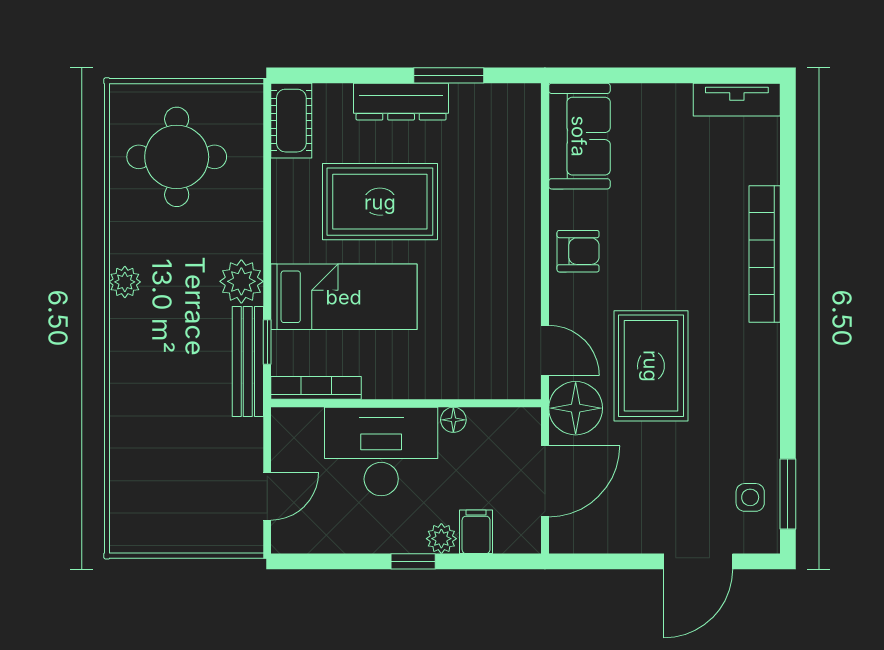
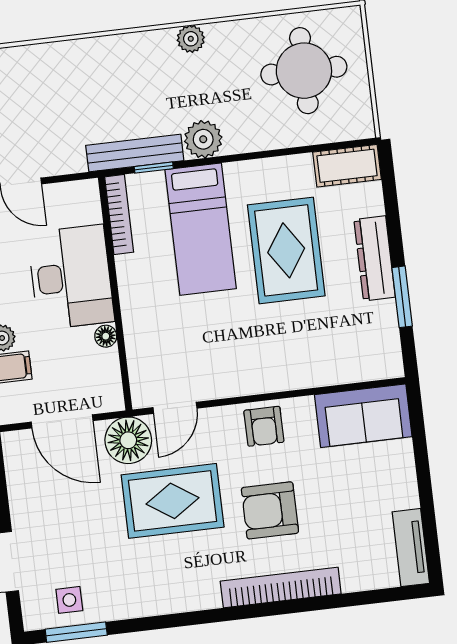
armchair: (675, 256) -> (270, 510), added

